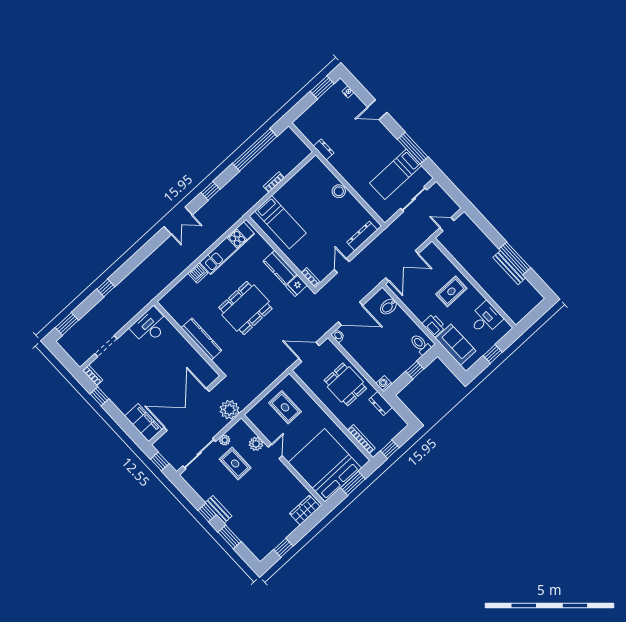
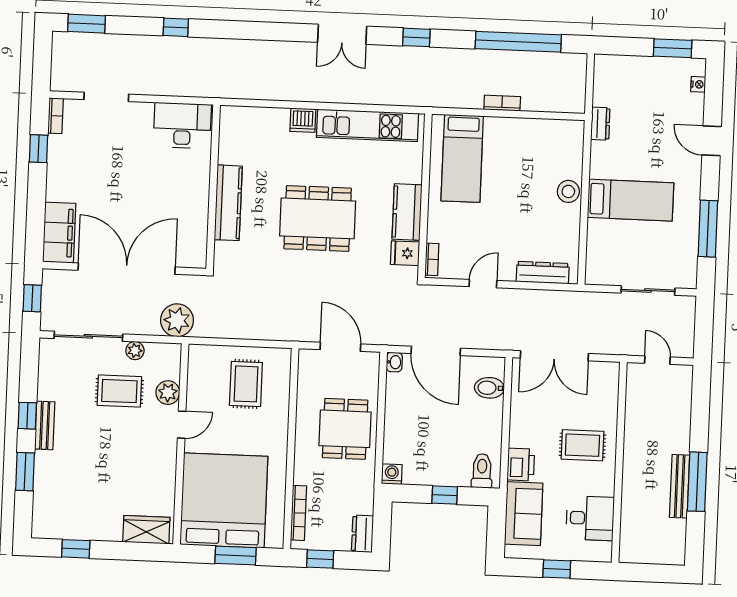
bed: (396, 174) -> (631, 200), moved, turned 180
dresser: (381, 403) -> (362, 534), moved
rug: (235, 464) -> (119, 391), turned 90

